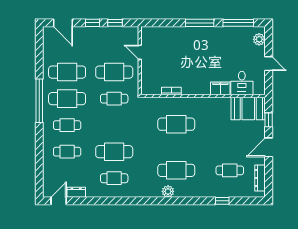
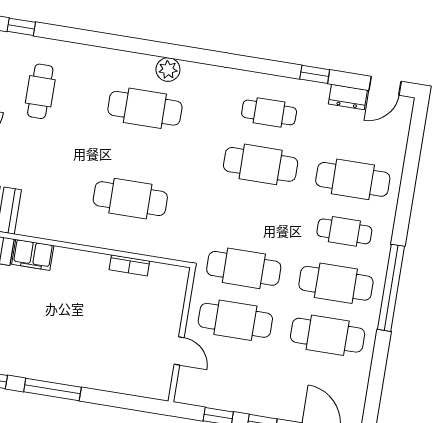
cafe table: (114, 99) -> (244, 268), width x1.37, depth x1.35
cafe table: (67, 152) -> (353, 179), width x1.37, depth x1.35
cafe table: (230, 170) -> (40, 91), turned 90
window: (95, 201) -> (315, 74), added
window: (222, 201) -> (21, 27), moved

